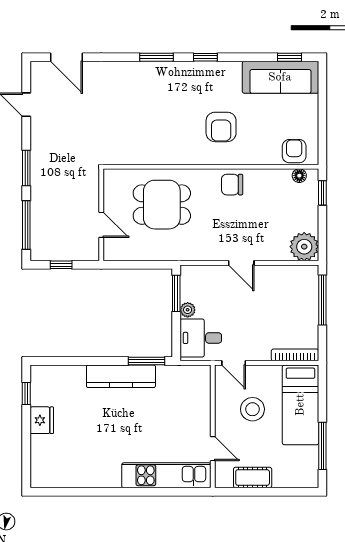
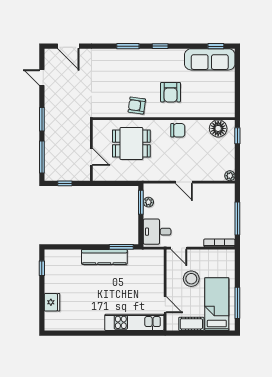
armchair: (294, 151) -> (137, 106), moved, turned -82
floor lamp: (299, 176) -> (218, 128), width x1.89, depth x1.89
chair: (232, 185) -> (178, 130), turned 180
plant: (304, 247) -> (230, 176), width x0.53, depth x0.53
window: (322, 300) -> (237, 219), moved
plant: (188, 310) -> (148, 202), moved
bed: (300, 405) -> (217, 304), moved, turned 180
fridge: (42, 420) -> (52, 302), moved

